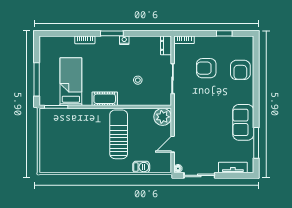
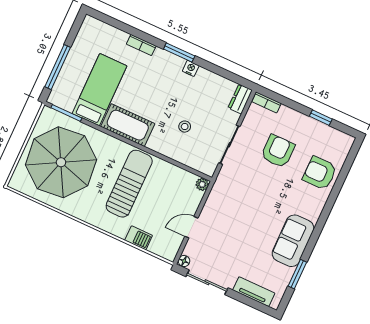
armchair: (206, 68) -> (278, 151), turned 90
armchair: (240, 70) -> (320, 173), turned 90
cot: (105, 99) -> (128, 125), width x1.37, depth x1.34
plant: (163, 117) -> (202, 184), width x0.53, depth x0.53
parasol: (67, 141) -> (61, 162), added
window: (256, 143) -> (297, 274), width x0.69

